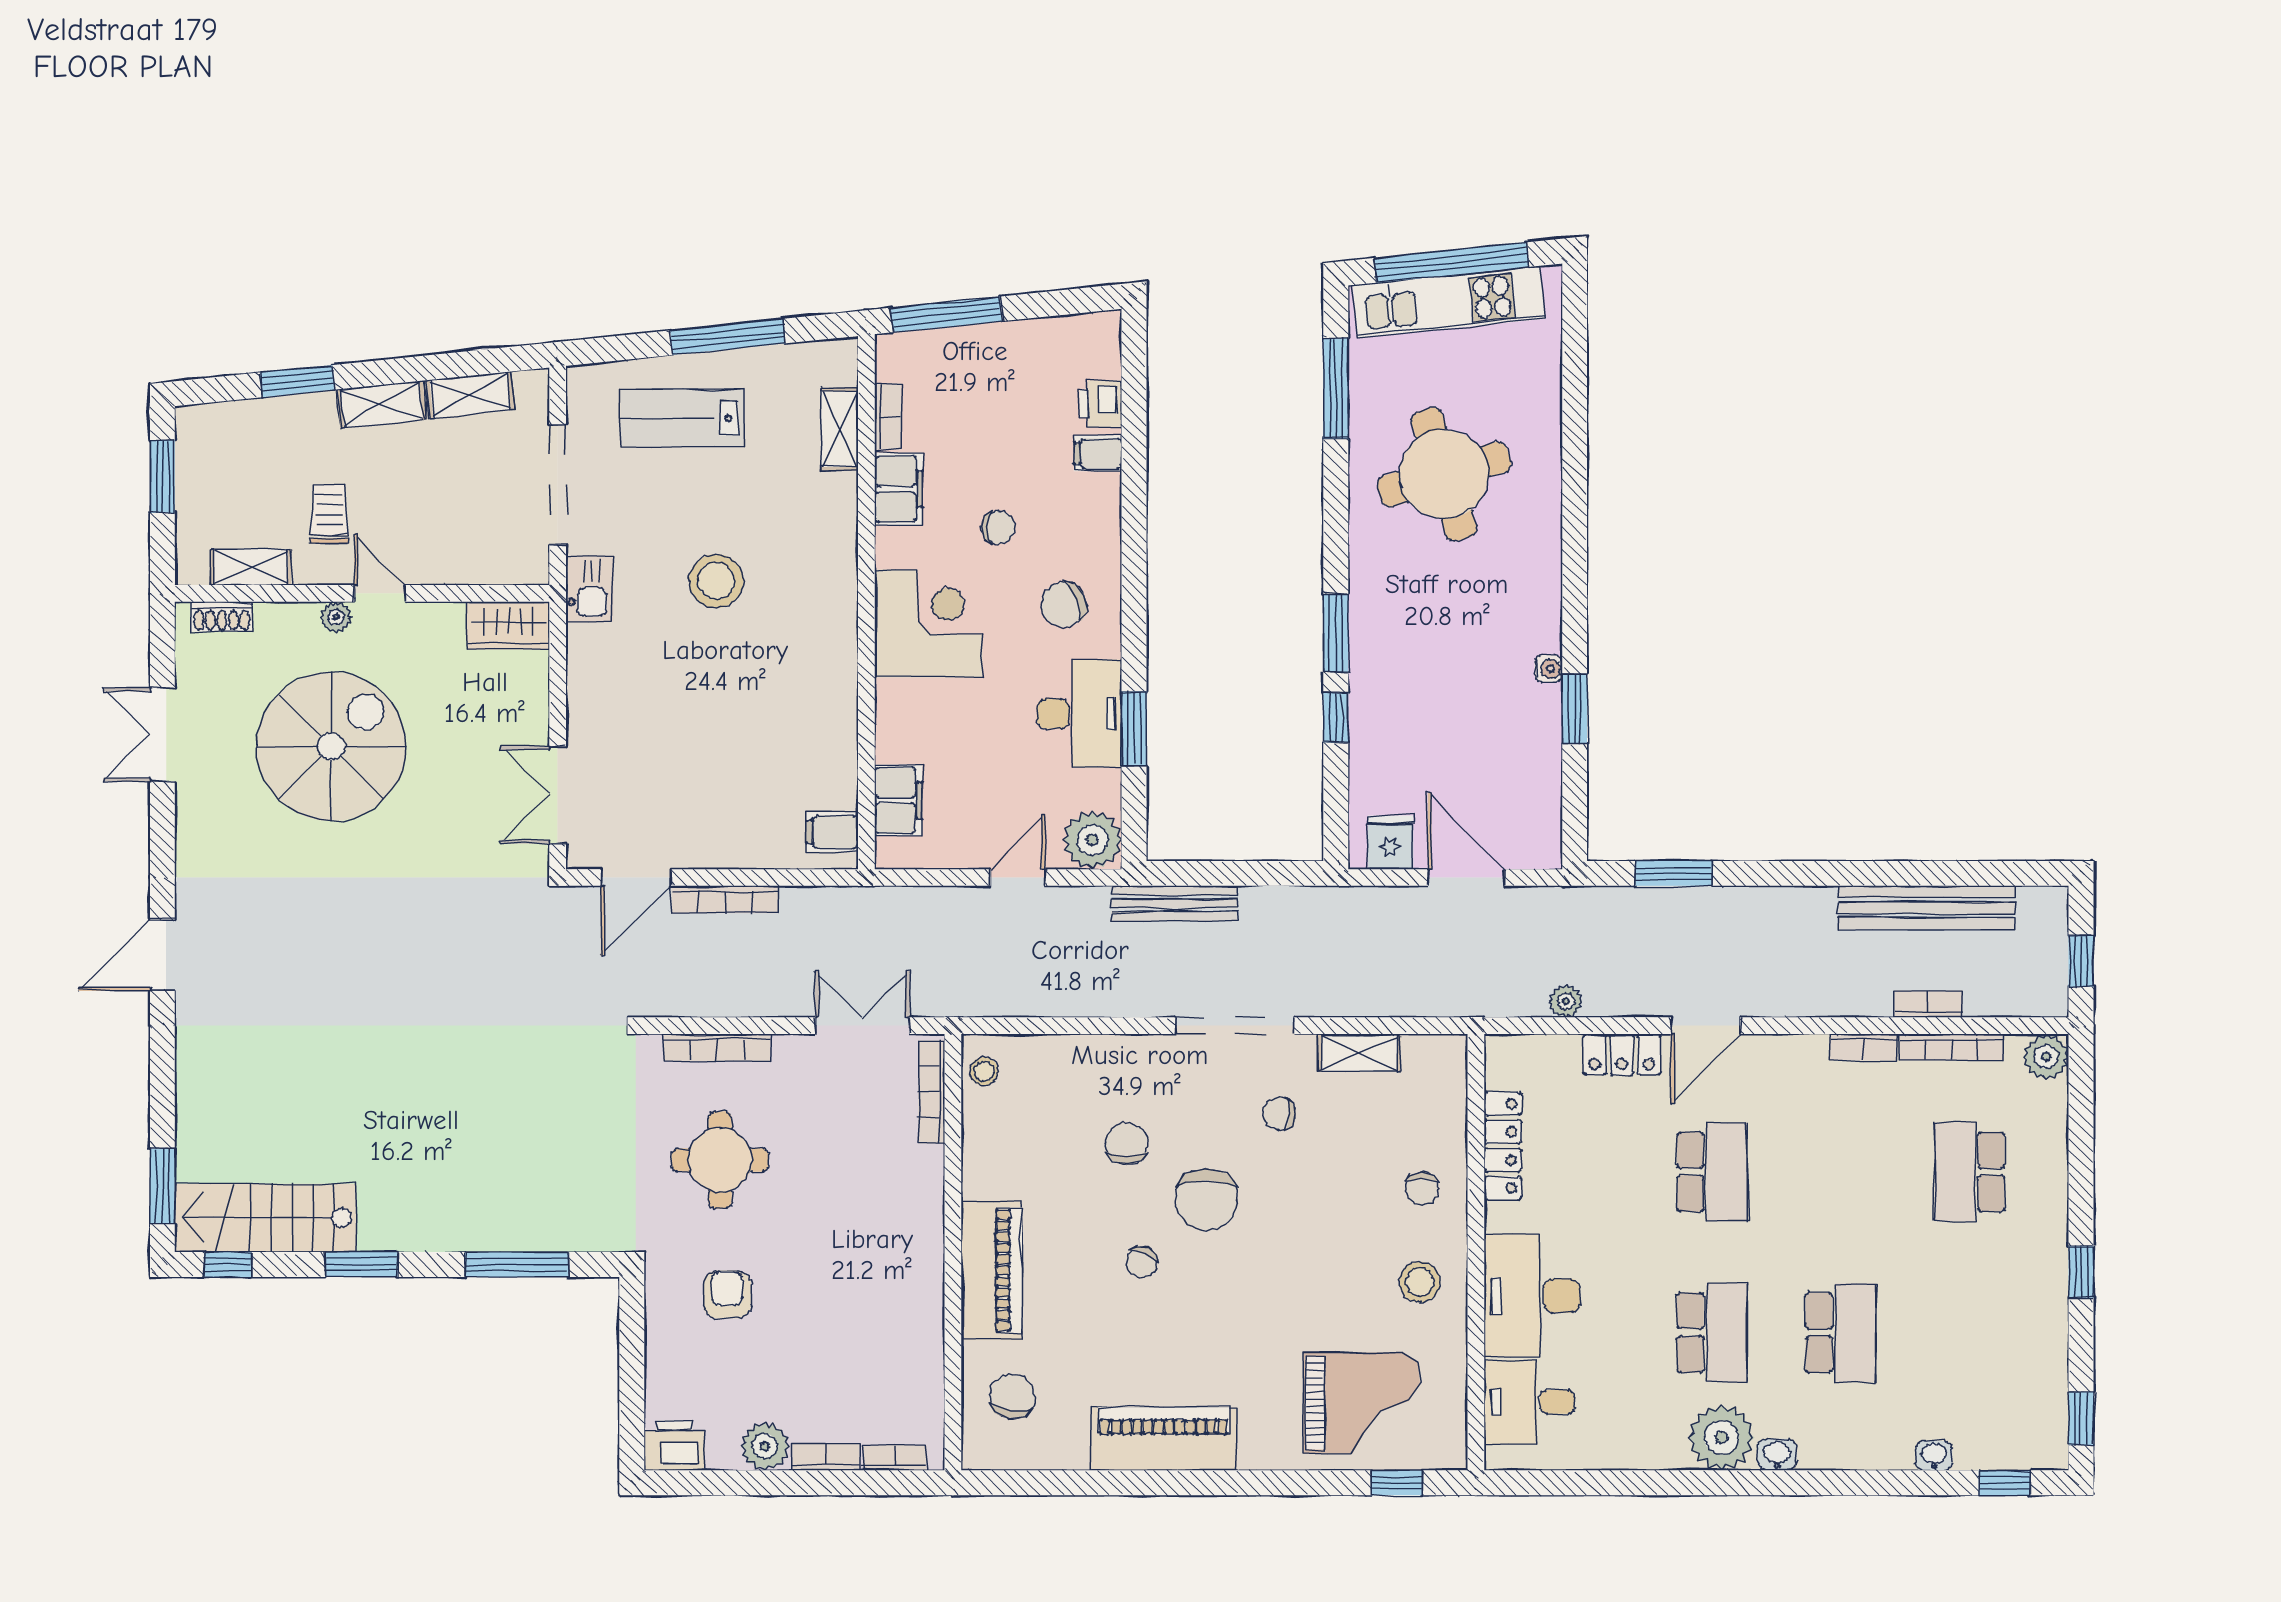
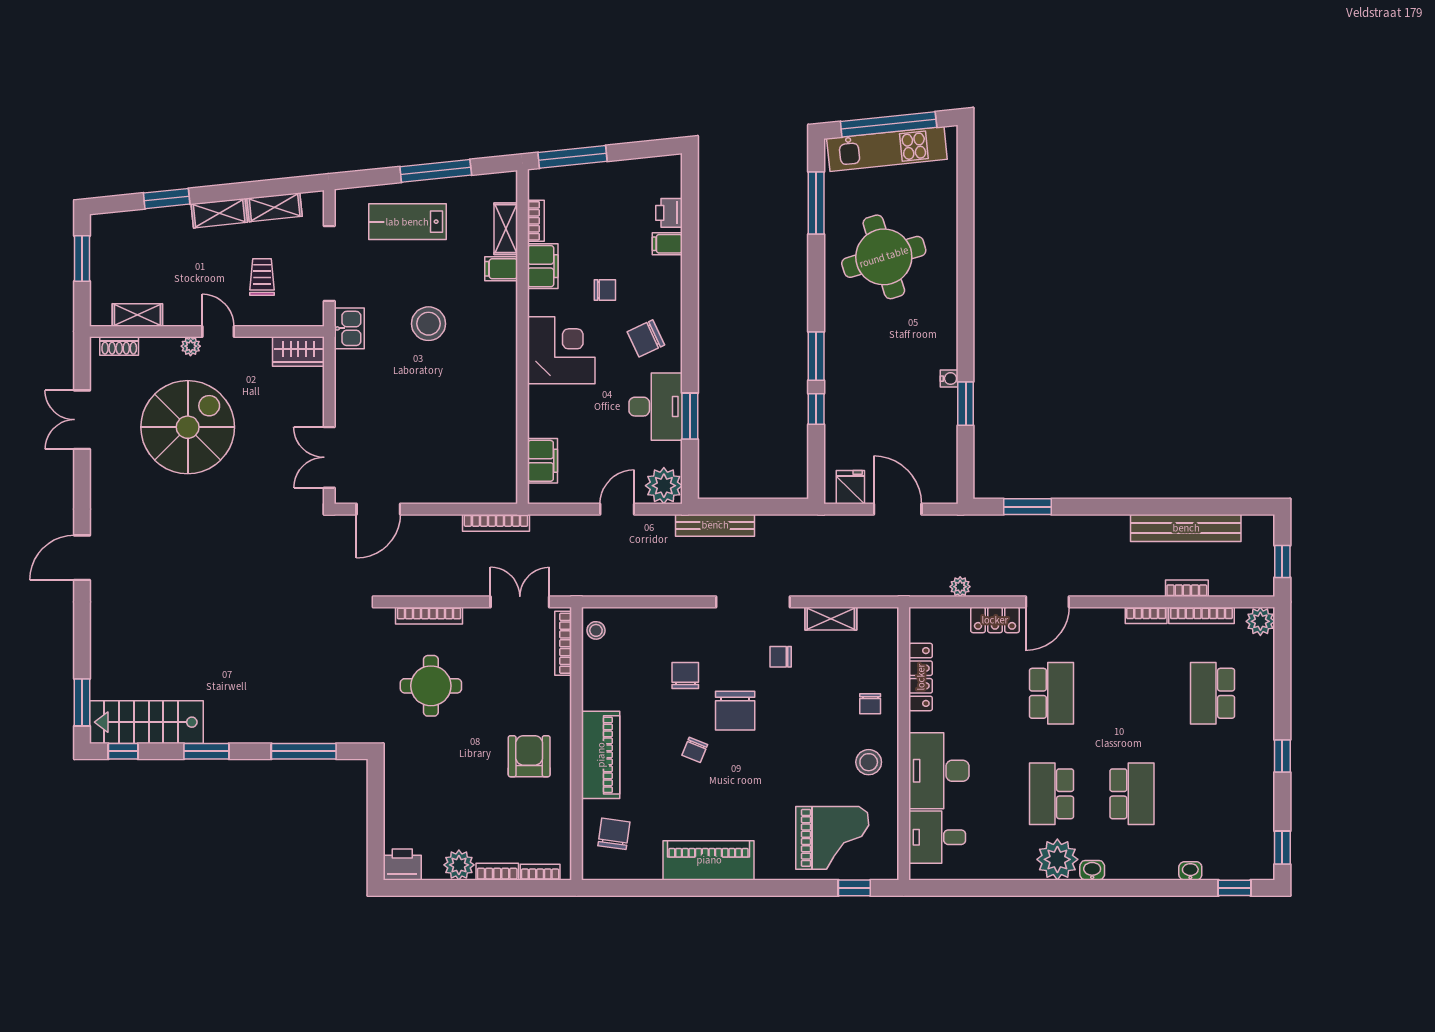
trolley: (329, 514) -> (262, 277), moved
filing cabinet: (832, 832) -> (501, 269), moved
bookcase: (725, 899) -> (496, 523), moved
armchair: (727, 1294) -> (529, 756), moved, width x1.38, depth x1.38
school desk: (1712, 1333) -> (1051, 794), turned 180

